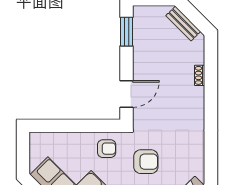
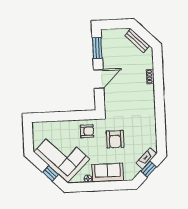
door: (127, 94) -> (99, 79), moved
armchair: (146, 162) -> (115, 139), turned 90

